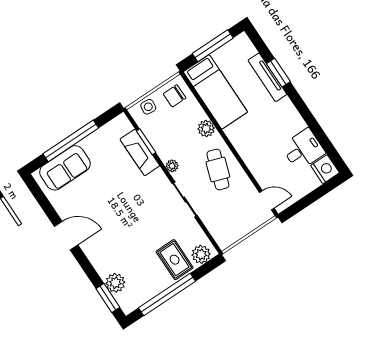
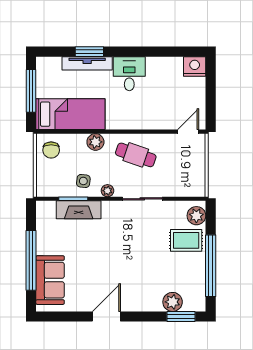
side table: (148, 107) -> (83, 181), moved
desk: (303, 150) -> (129, 74), moved

